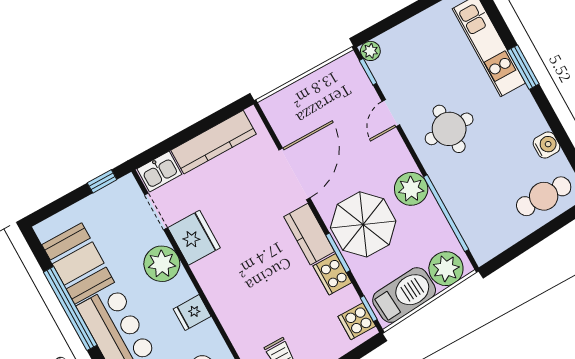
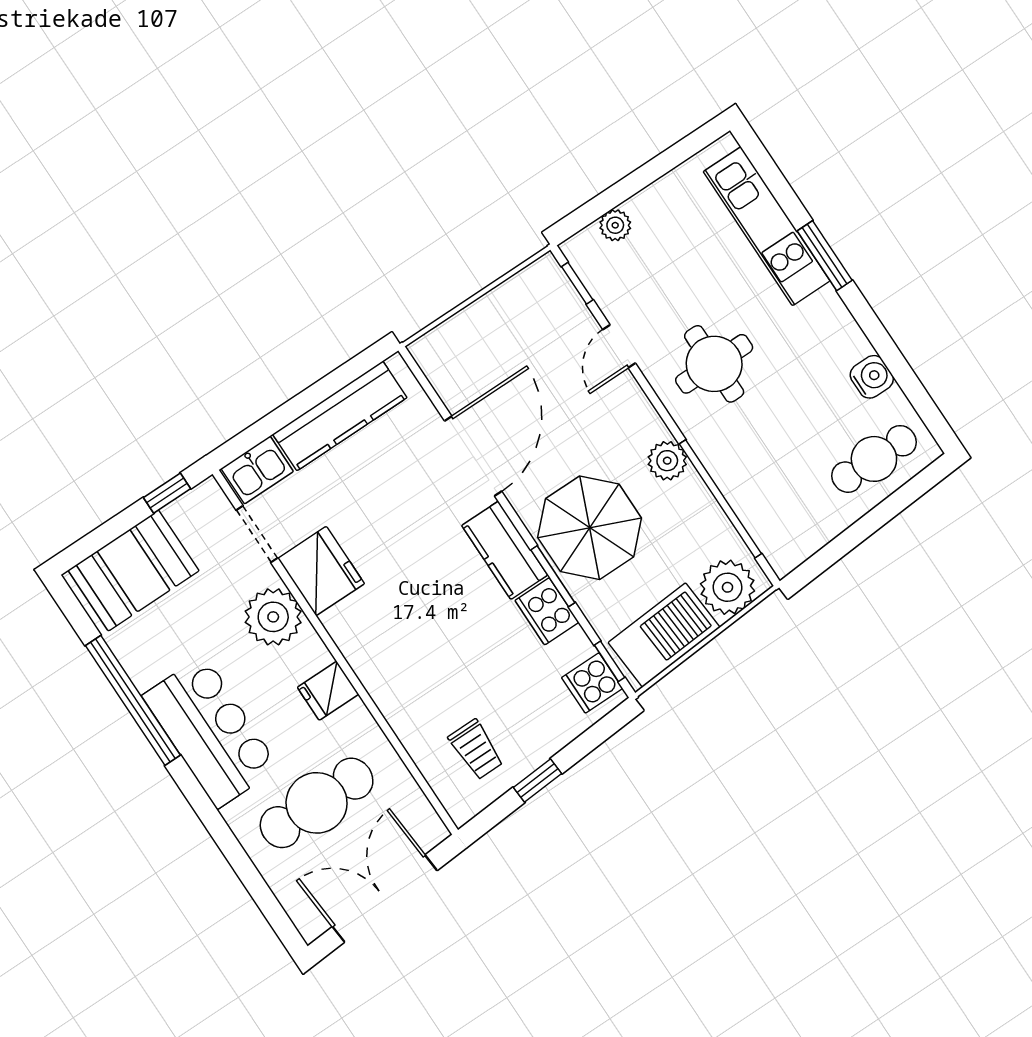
plant: (370, 51) -> (615, 225), moved
plant: (411, 189) -> (667, 461), width x0.73, depth x0.73
booth: (78, 264) -> (133, 570), moved, turned 90

